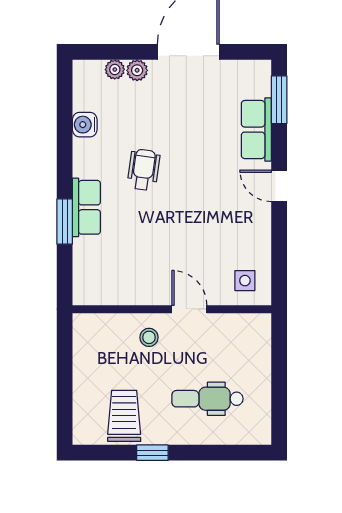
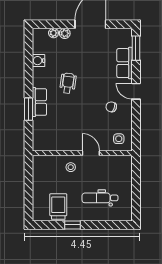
chair: (230, 217) -> (111, 107), added

